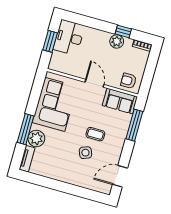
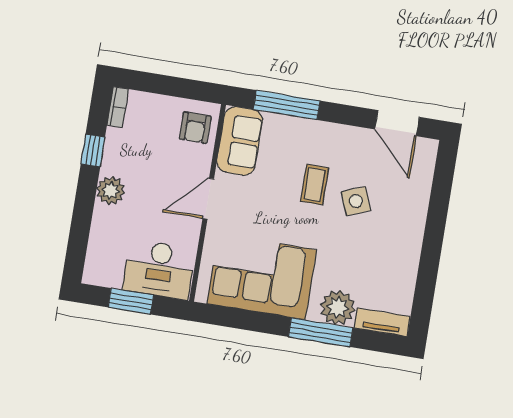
desk: (69, 38) -> (159, 269), moved
plant: (117, 41) -> (111, 191), moved

